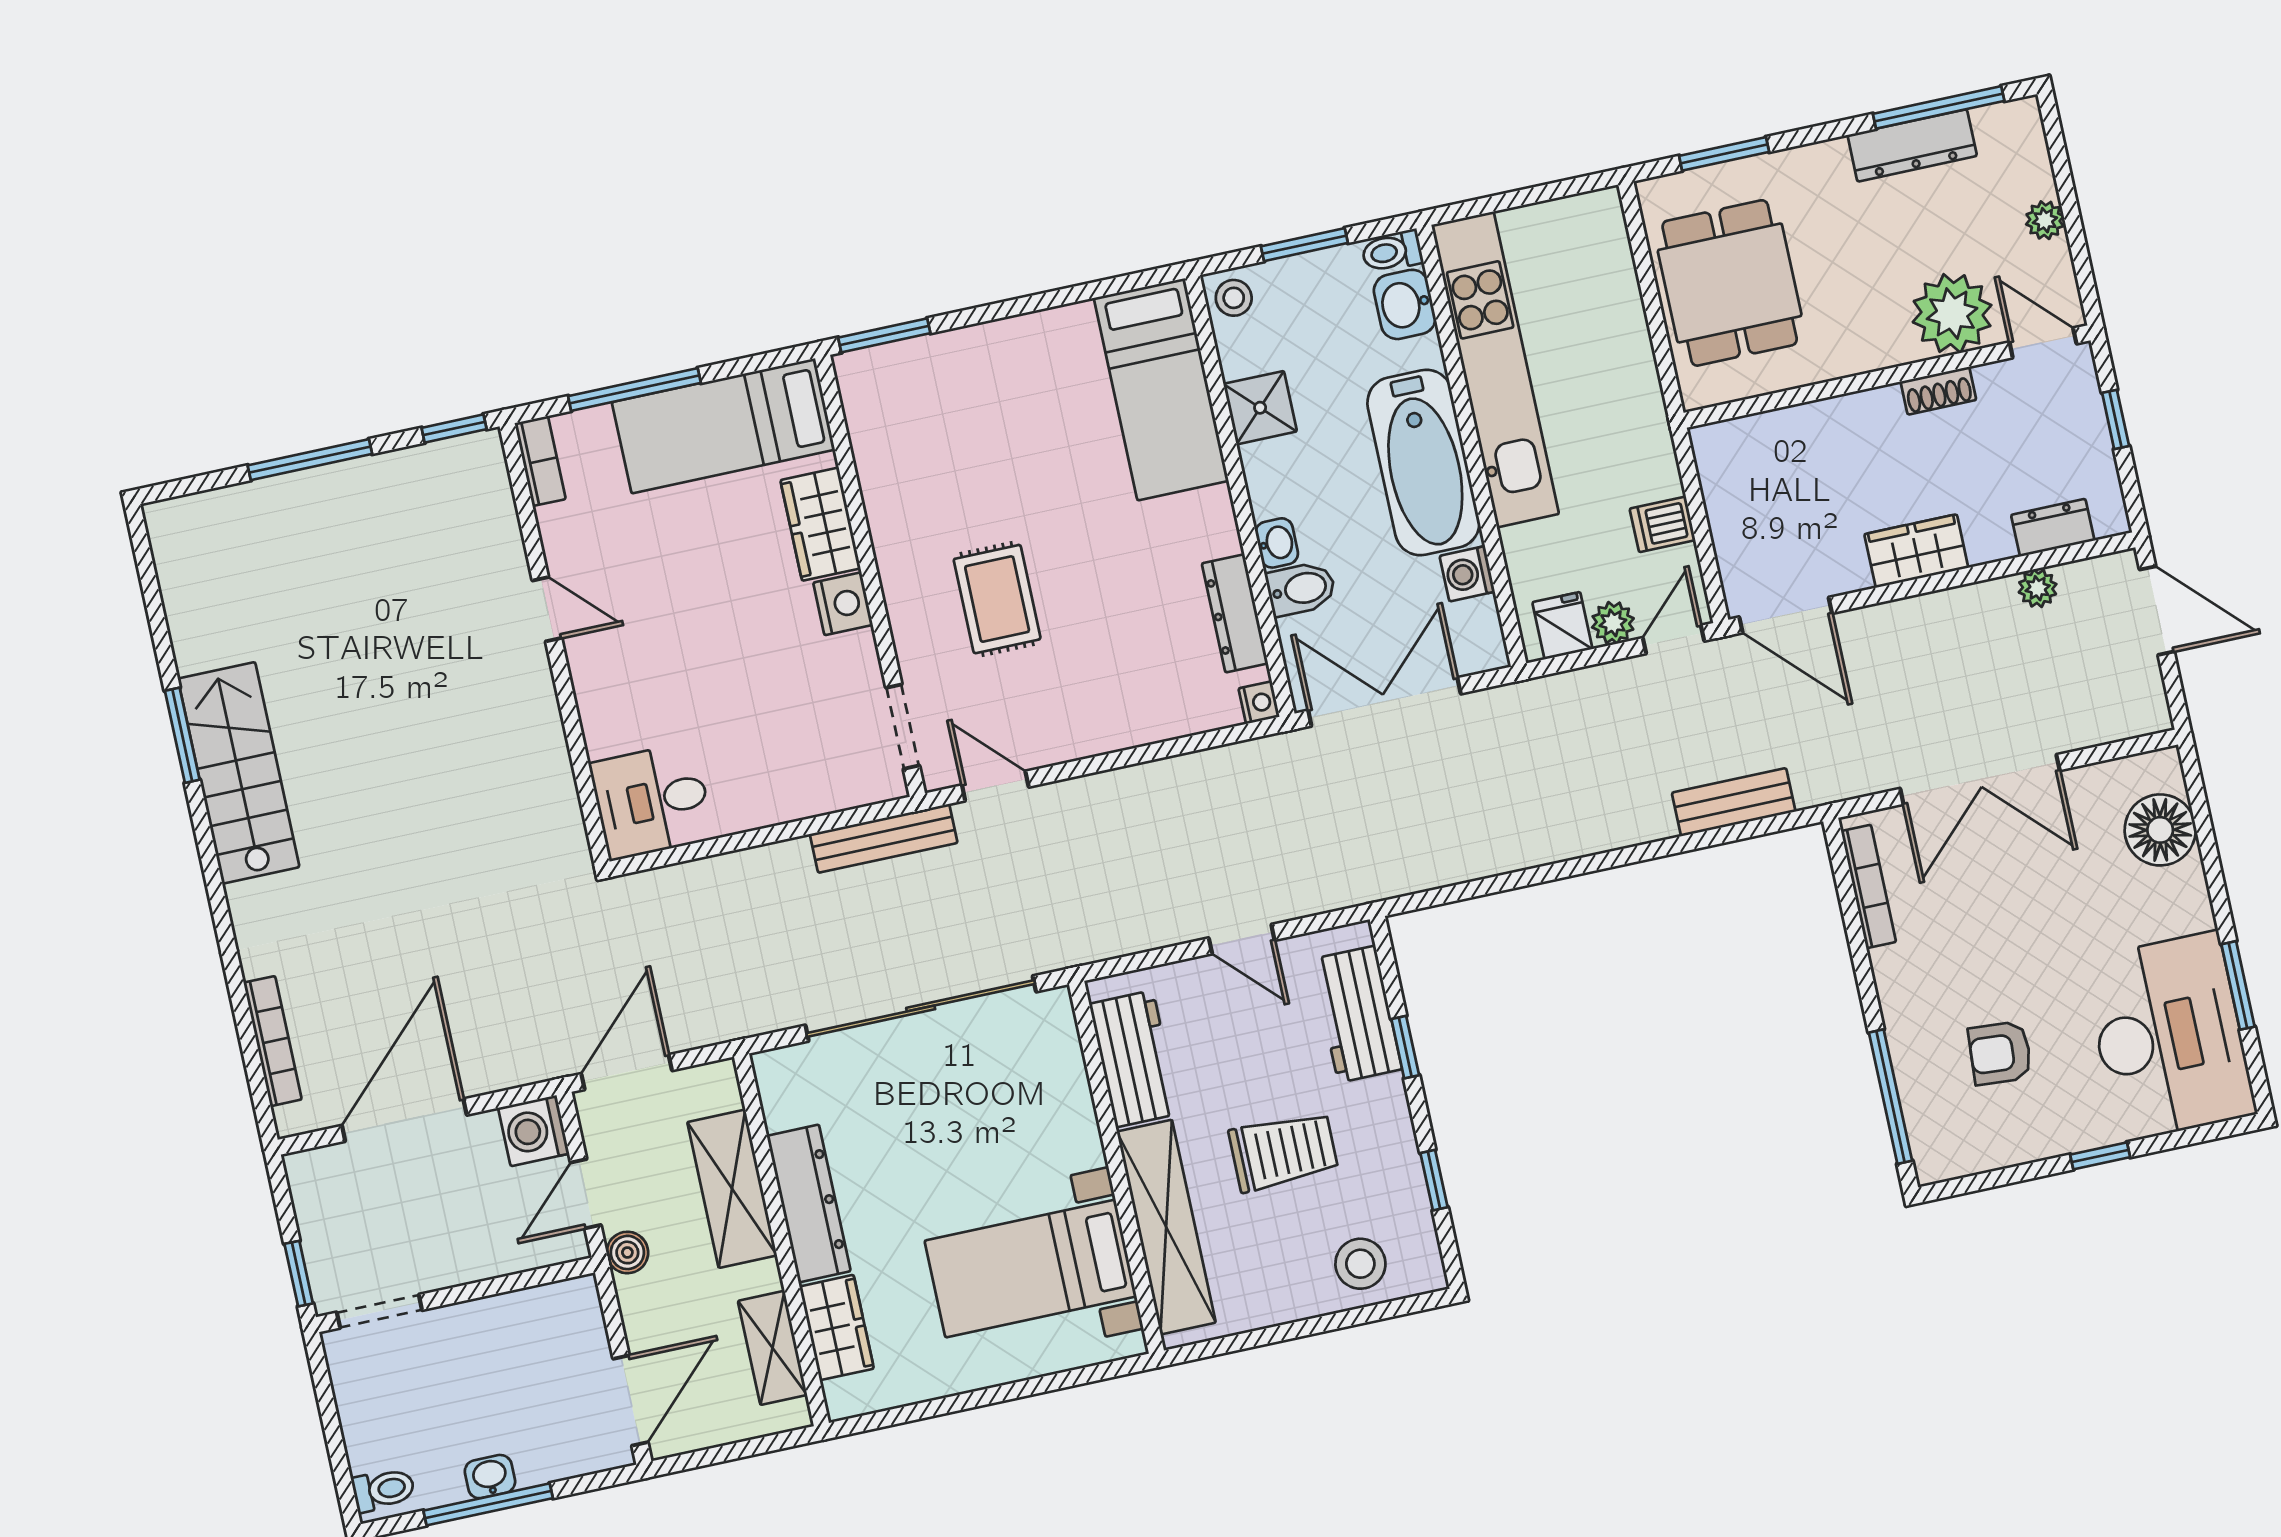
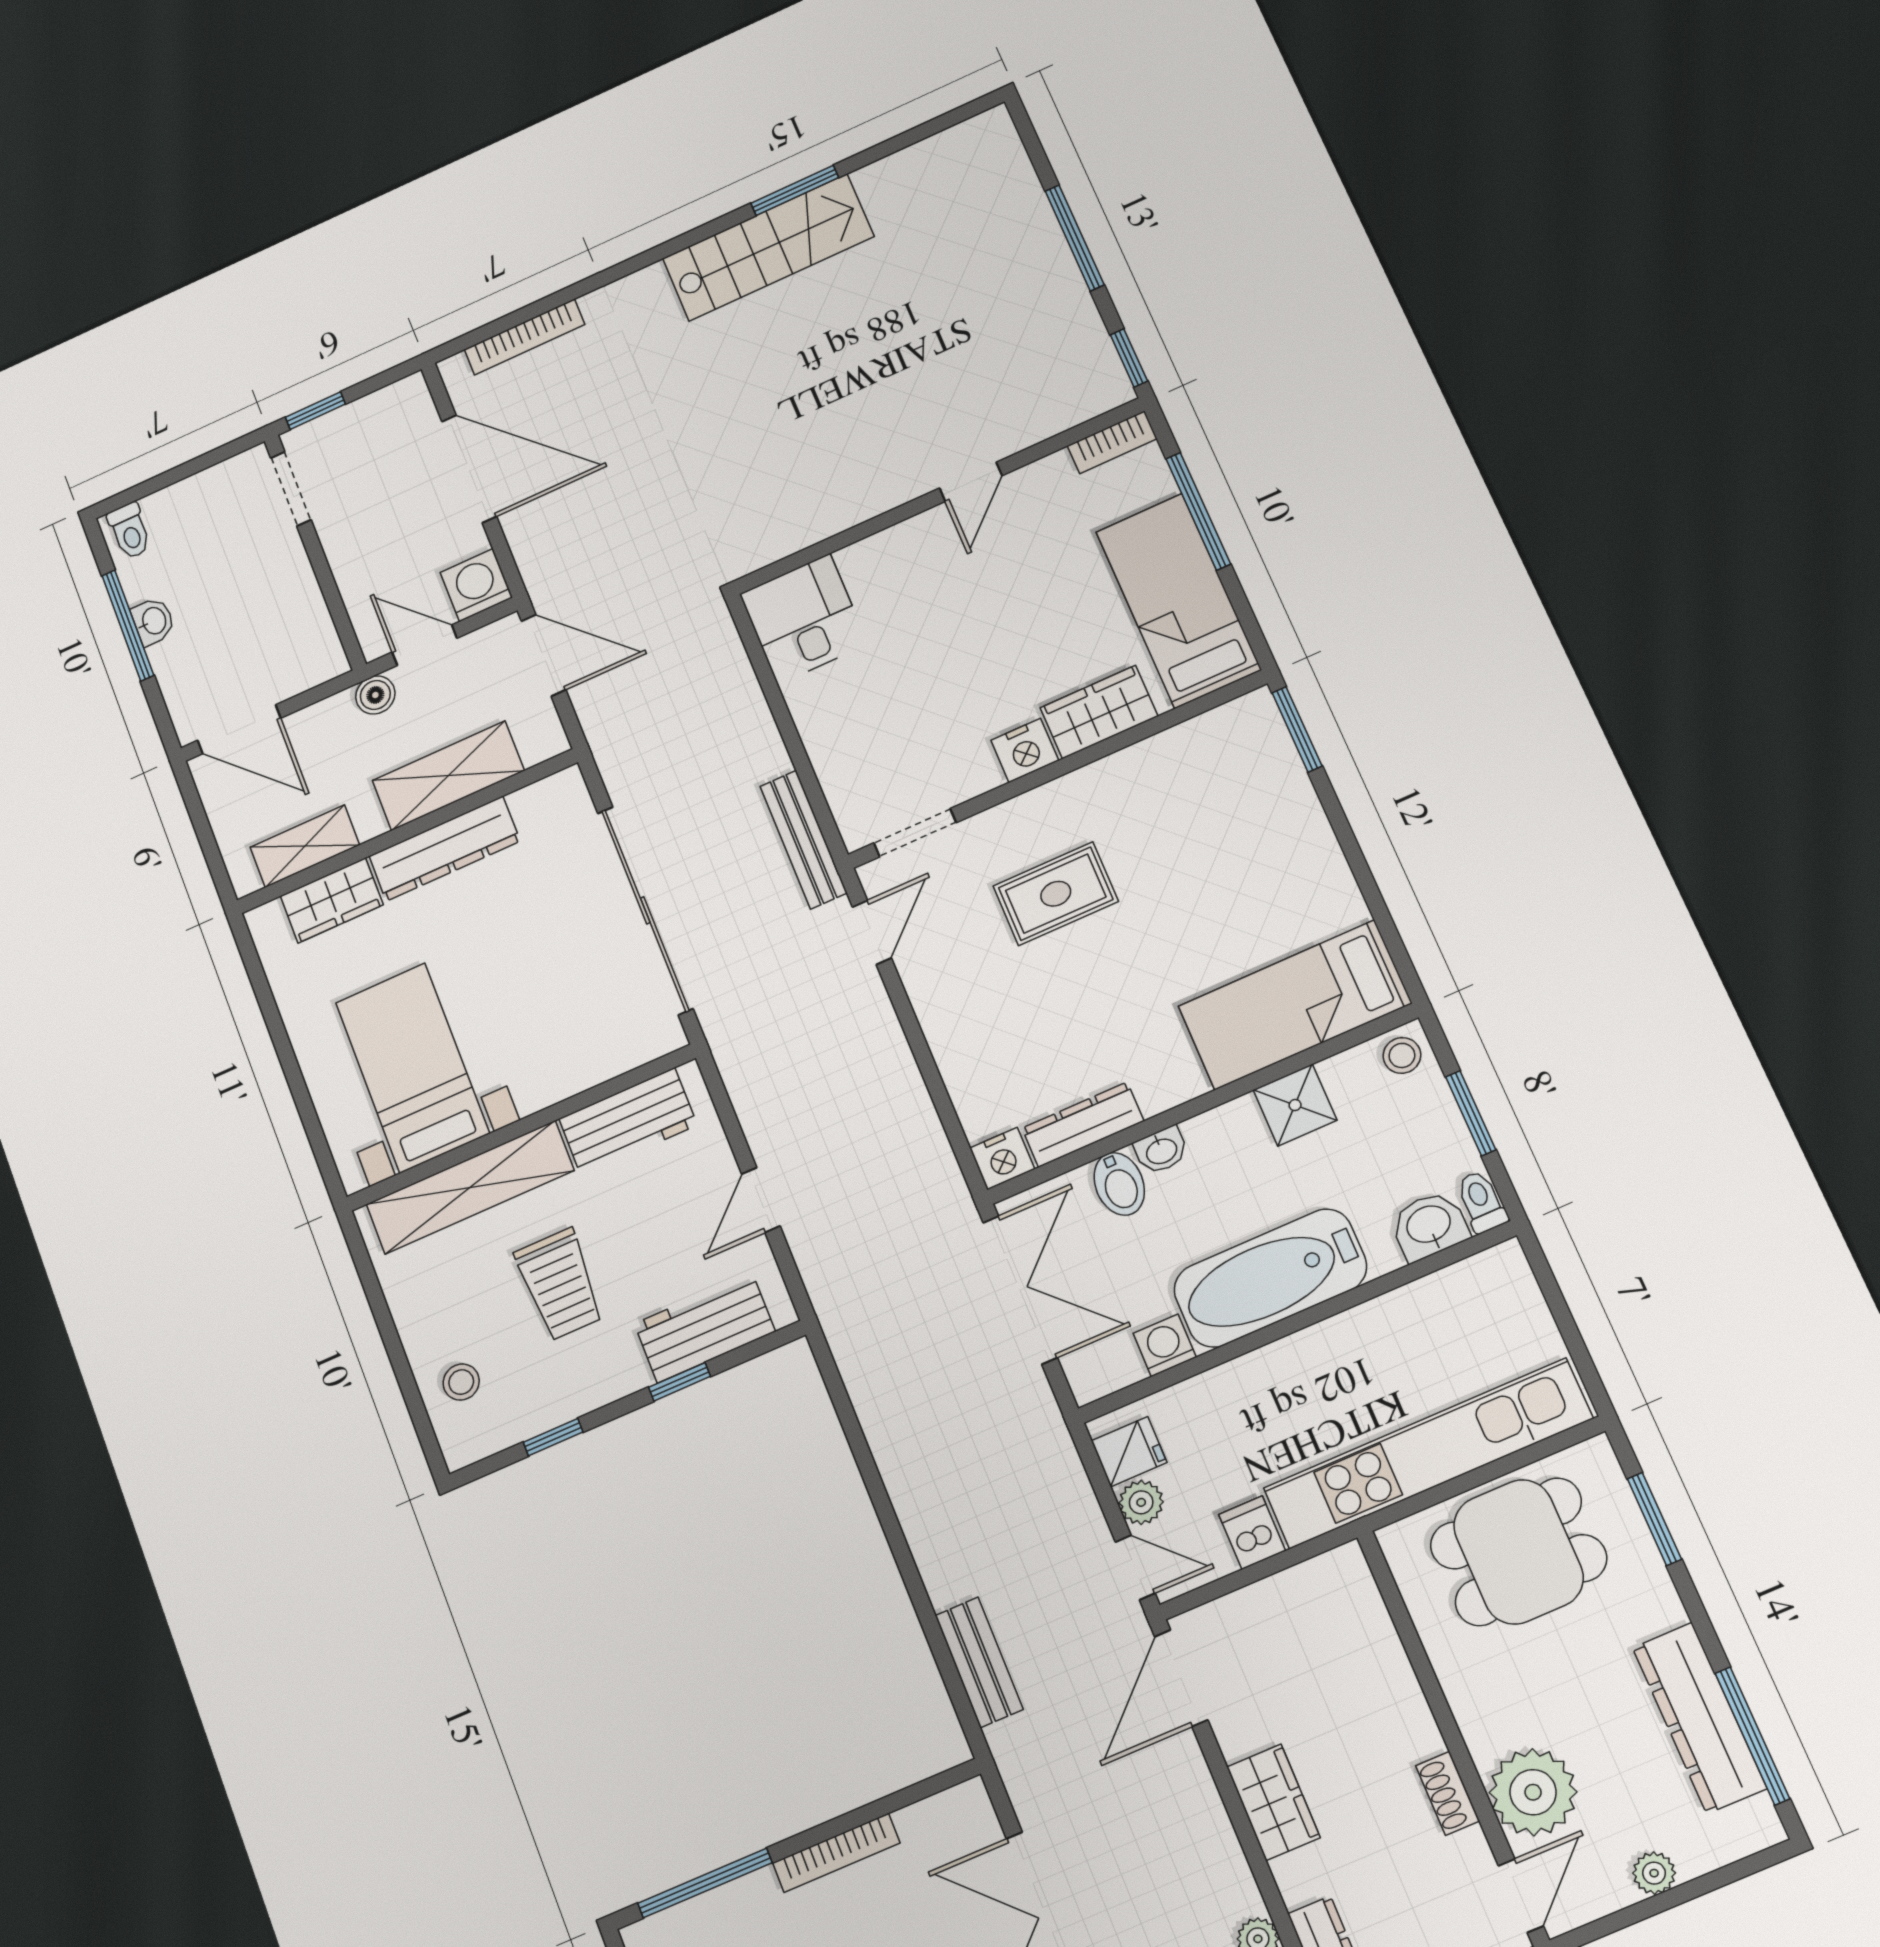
dresser: (1912, 145) -> (1699, 1718), width x1.37, depth x1.24
kitchen unit: (1495, 369) -> (1428, 1453), moved, turned 180
nightstand: (1259, 703) -> (1002, 1159), width x1.39, depth x1.35
bookcase: (1869, 886) -> (836, 1853), moved
stool: (1360, 1264) -> (461, 1382), width x0.73, depth x0.73

